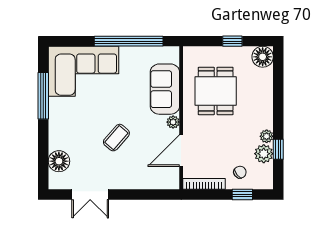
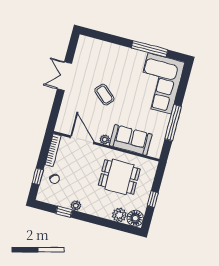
window: (129, 41) -> (173, 123), width x0.68
plant: (264, 154) -> (119, 215), moved
floor lamp: (59, 161) -> (98, 48), removed
double door: (90, 194) -> (64, 76), moved

